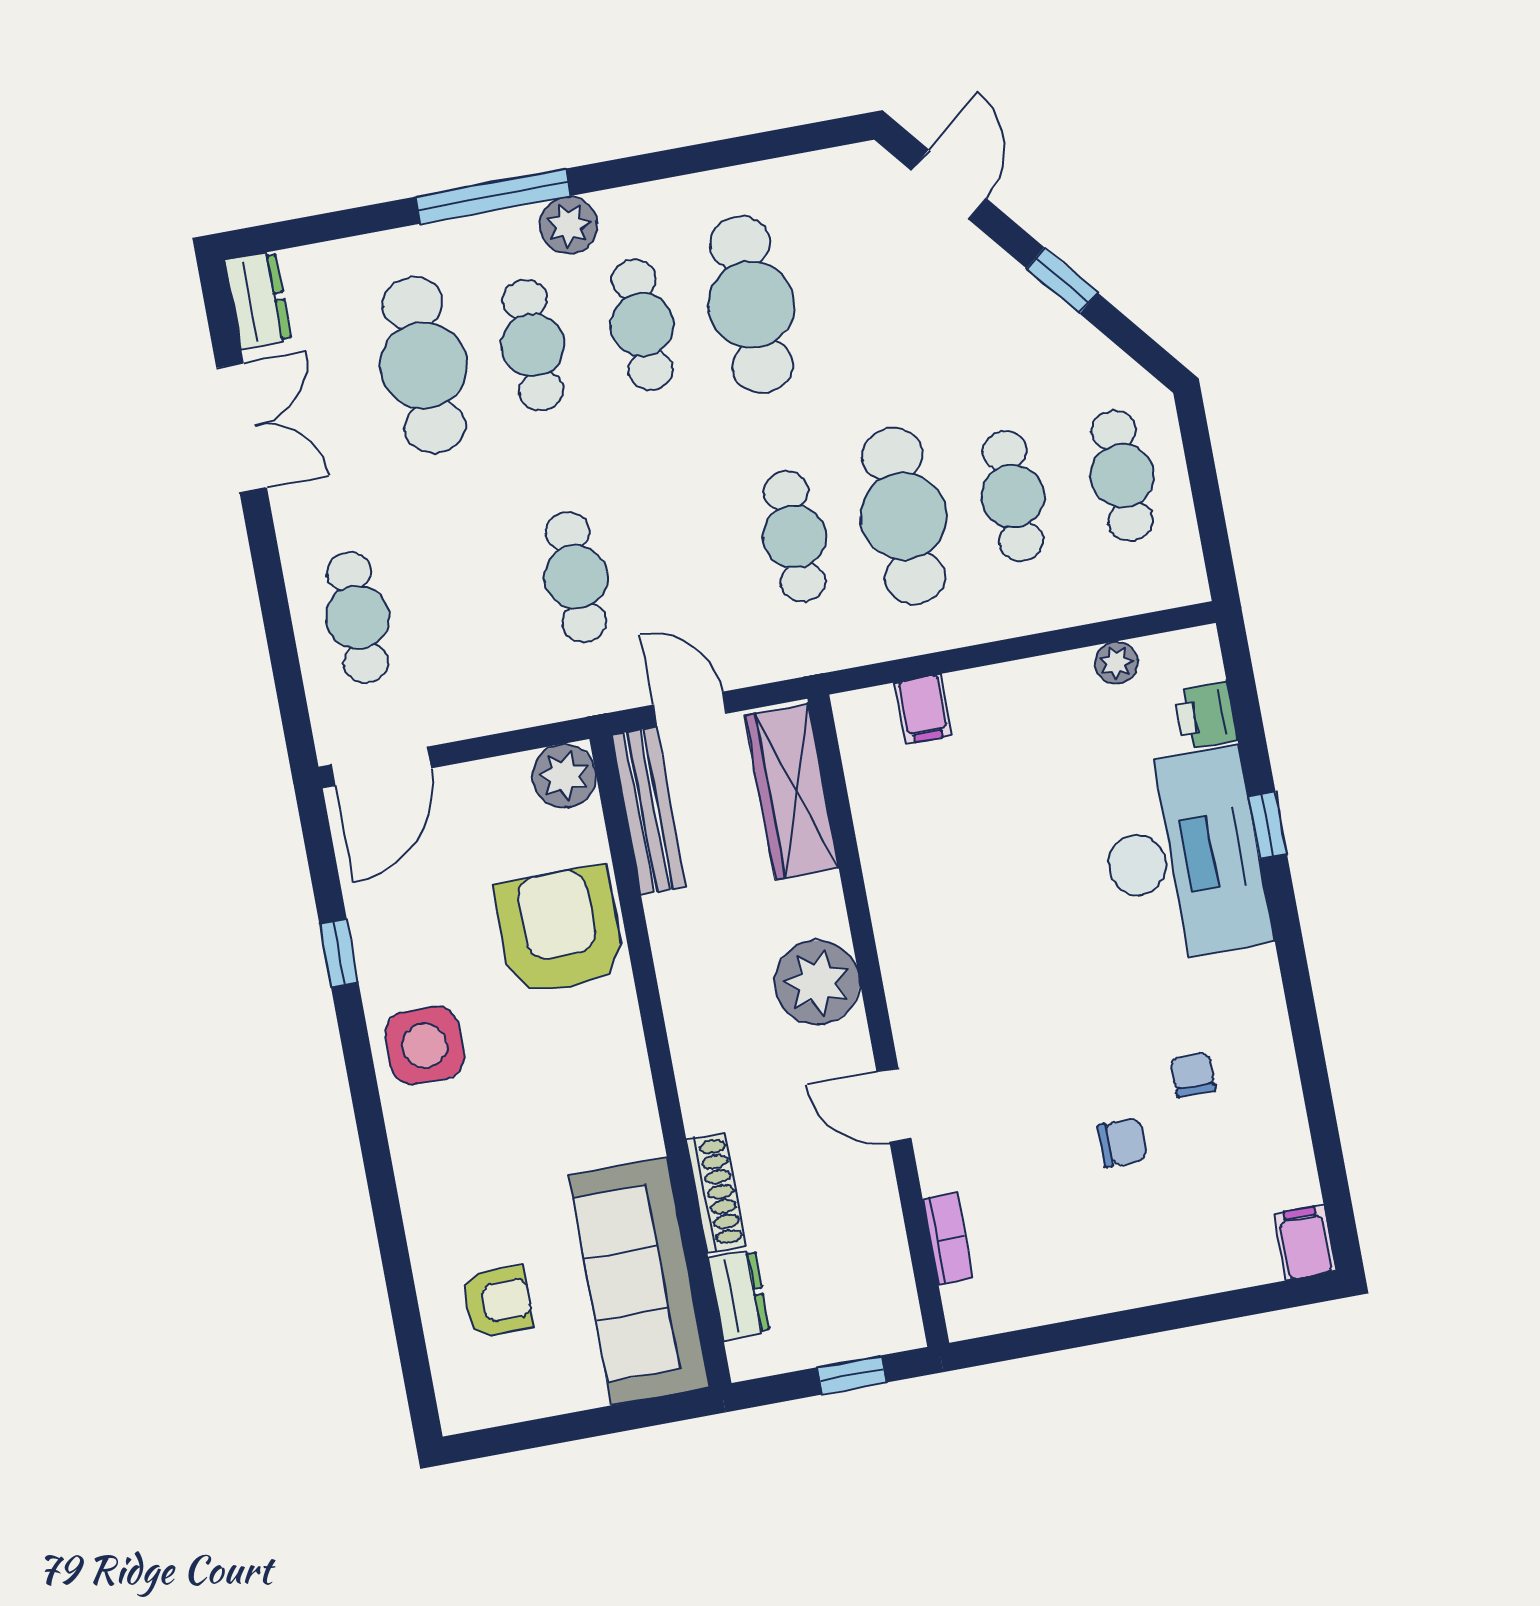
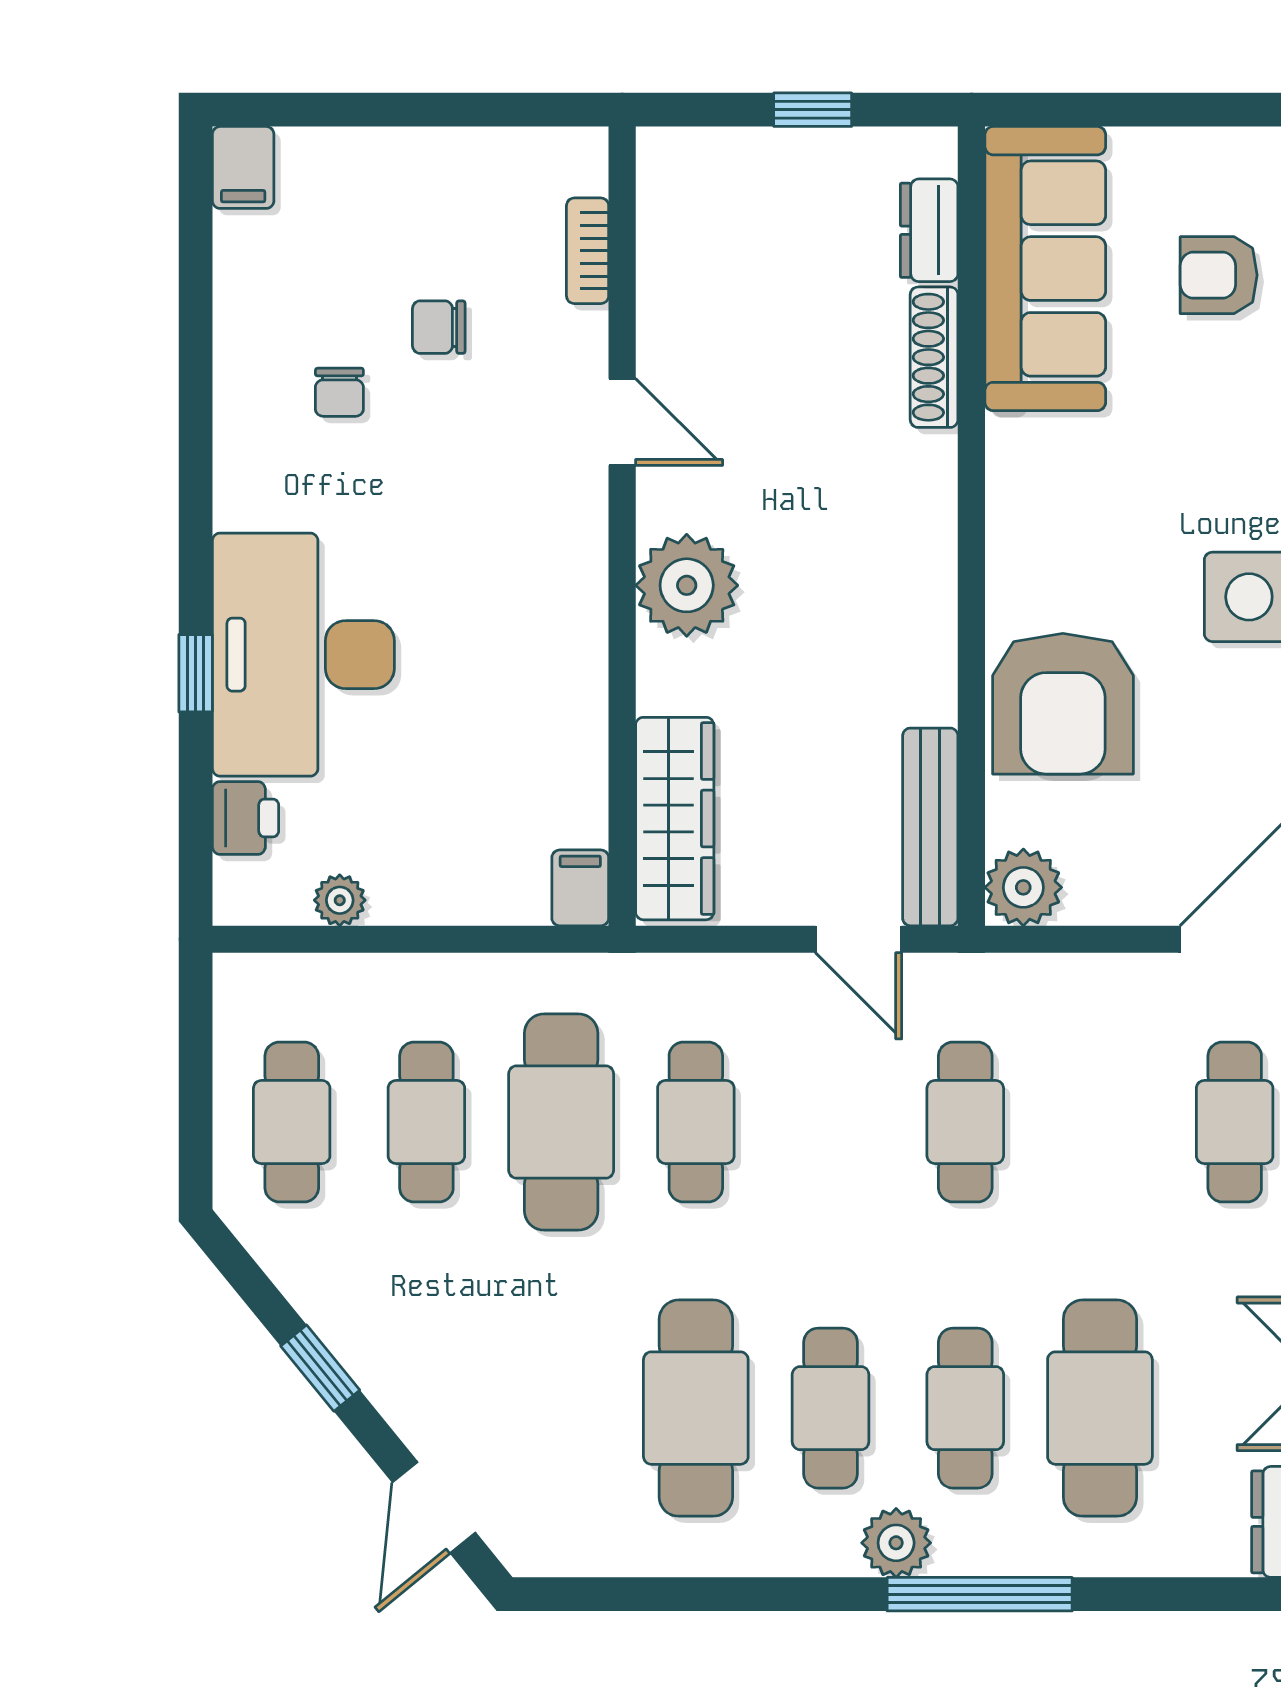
wardrobe: (792, 792) -> (675, 819), moved
plant: (817, 982) -> (687, 585), moved
wall: (878, 1021) -> (622, 526), moved
door: (894, 1105) -> (622, 422), moved
bookcase: (948, 1239) -> (588, 251), moved

